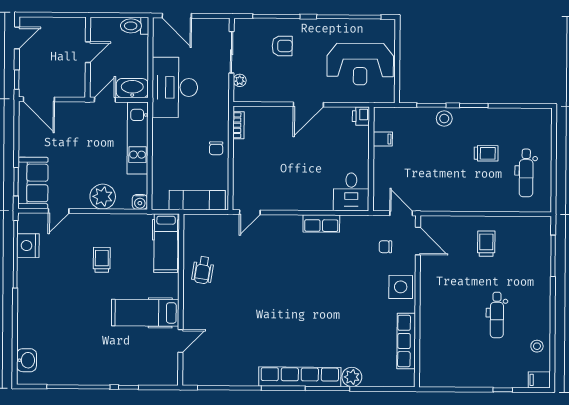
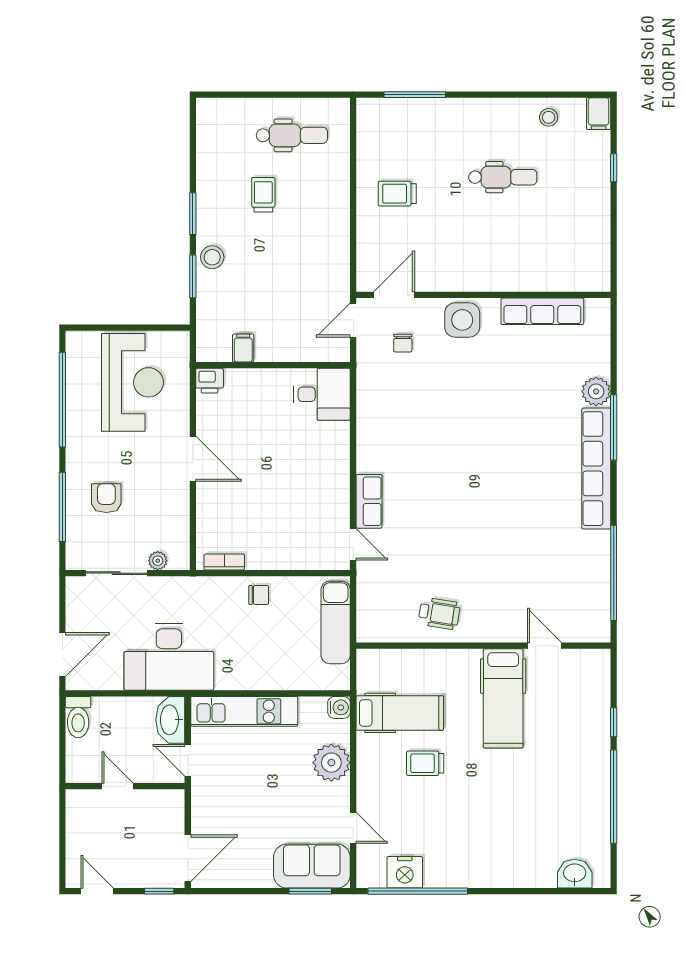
row of seats: (321, 223) -> (369, 501), moved
hospital bed: (166, 243) -> (400, 713), moved

